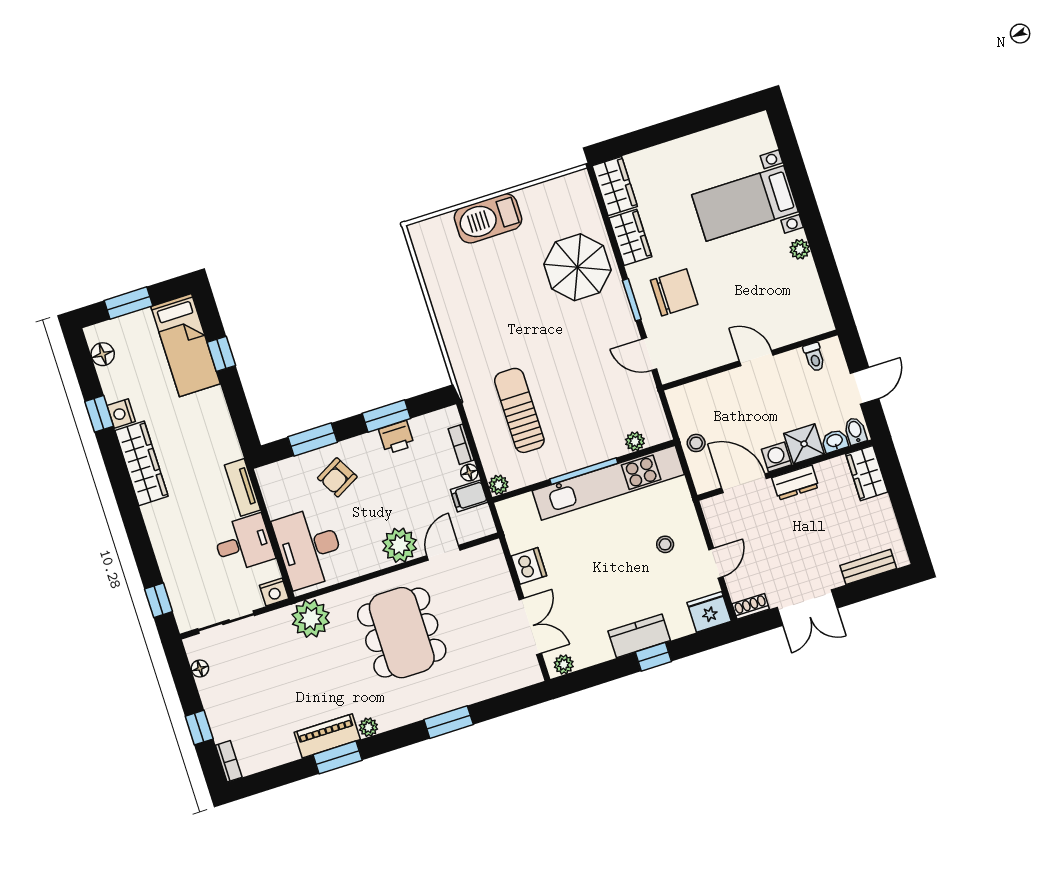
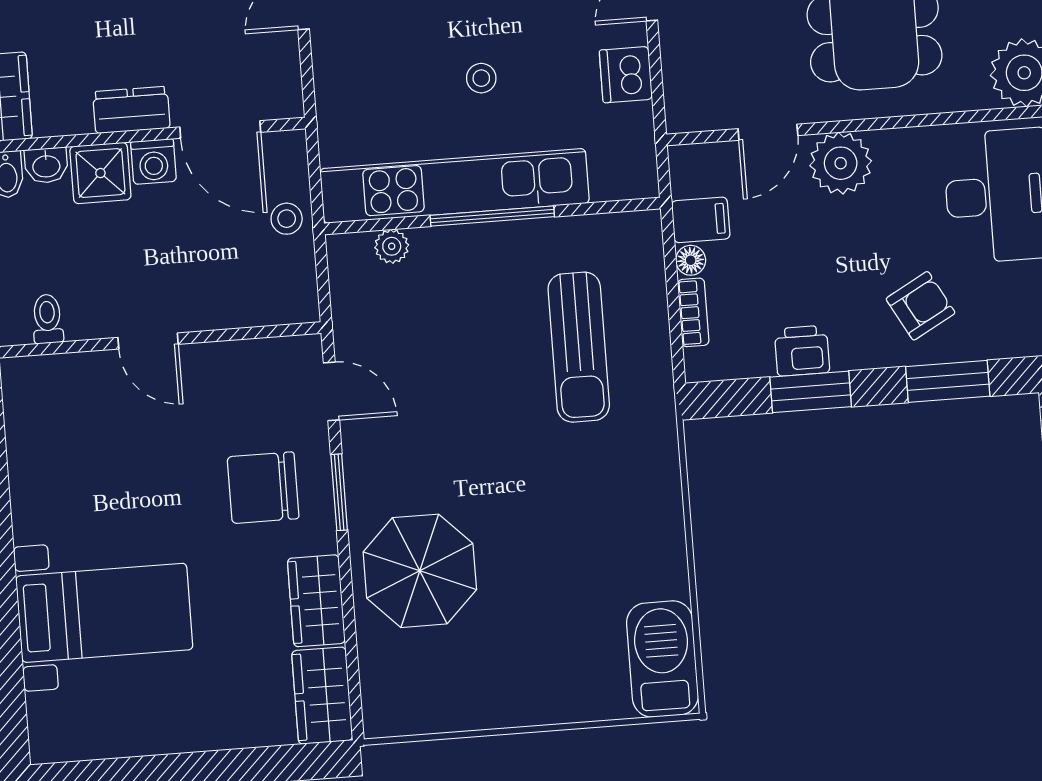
barbecue: (488, 218) -> (662, 659), moved, turned -90
plant: (800, 249) -> (29, 511), removed
plant: (499, 485) -> (645, 227), removed
stool: (665, 544) -> (481, 78), moved

